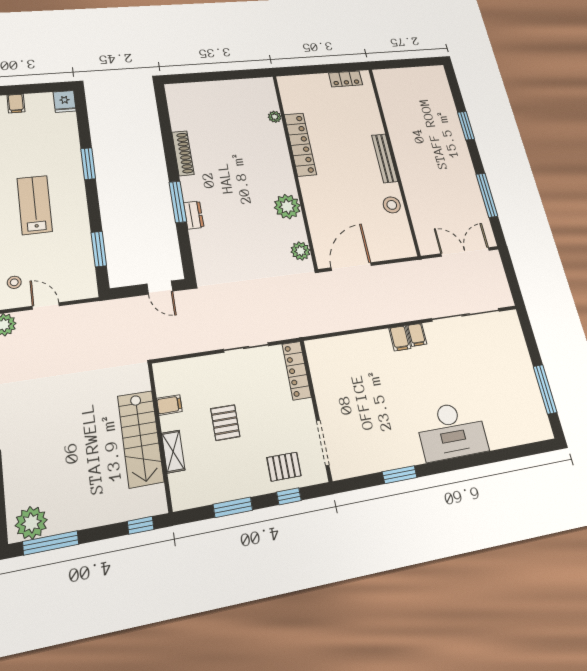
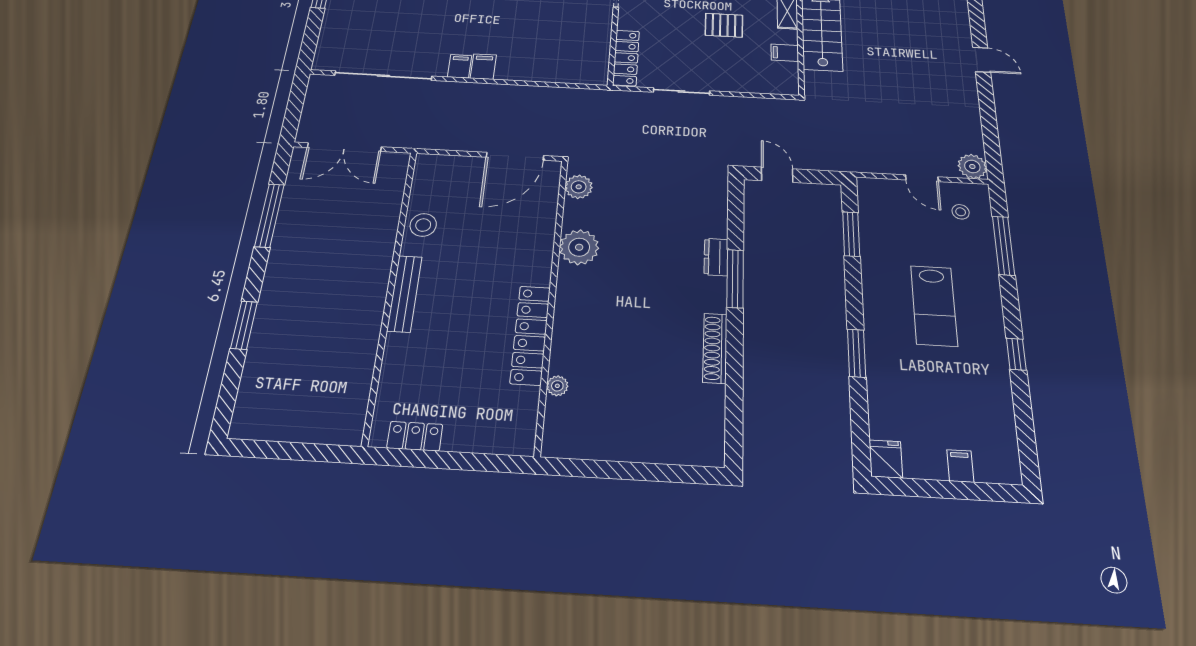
pallet: (225, 423) -> (724, 25), turned 90

